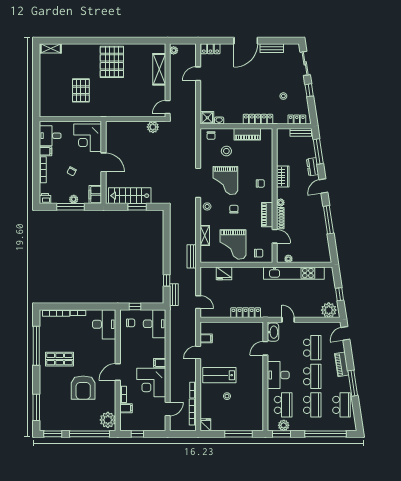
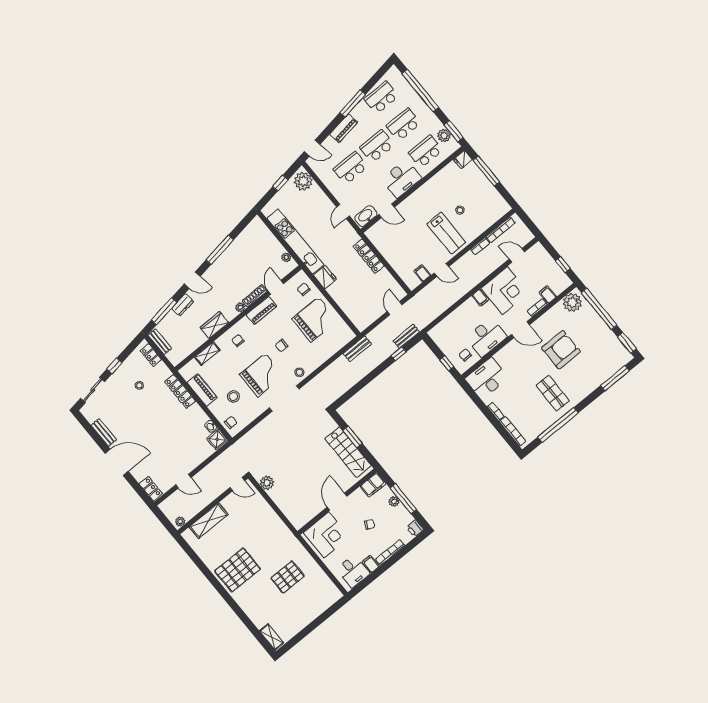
shelving: (205, 235) -> (207, 354), moved
fridge: (224, 273) -> (325, 277), moved
desk: (155, 324) -> (486, 337), moved, turned 180
fridge: (205, 425) -> (463, 160), moved

